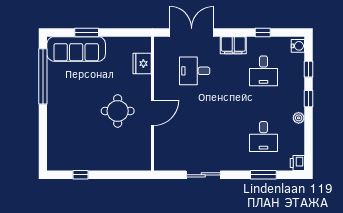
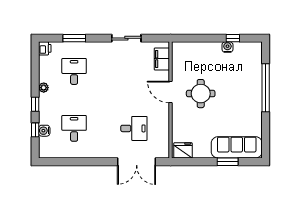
window: (263, 32) -> (75, 162), removed
filing cabinet: (233, 45) -> (162, 59), moved, turned -90
water cooler: (298, 46) -> (44, 131), moved
fridge: (142, 64) -> (183, 150), moved, turned -90
window: (43, 76) -> (266, 88), moved
door: (152, 113) -> (171, 92), hinge flipped
water cooler: (87, 165) -> (227, 47), added

